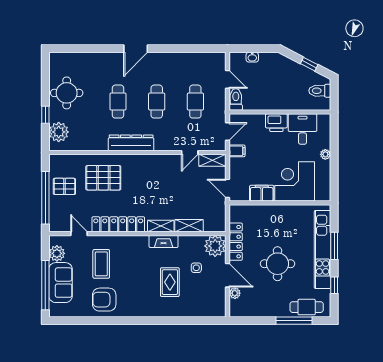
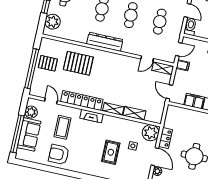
fireplace: (164, 241) -> (91, 116), moved
locker: (236, 242) -> (165, 138), width x0.66

